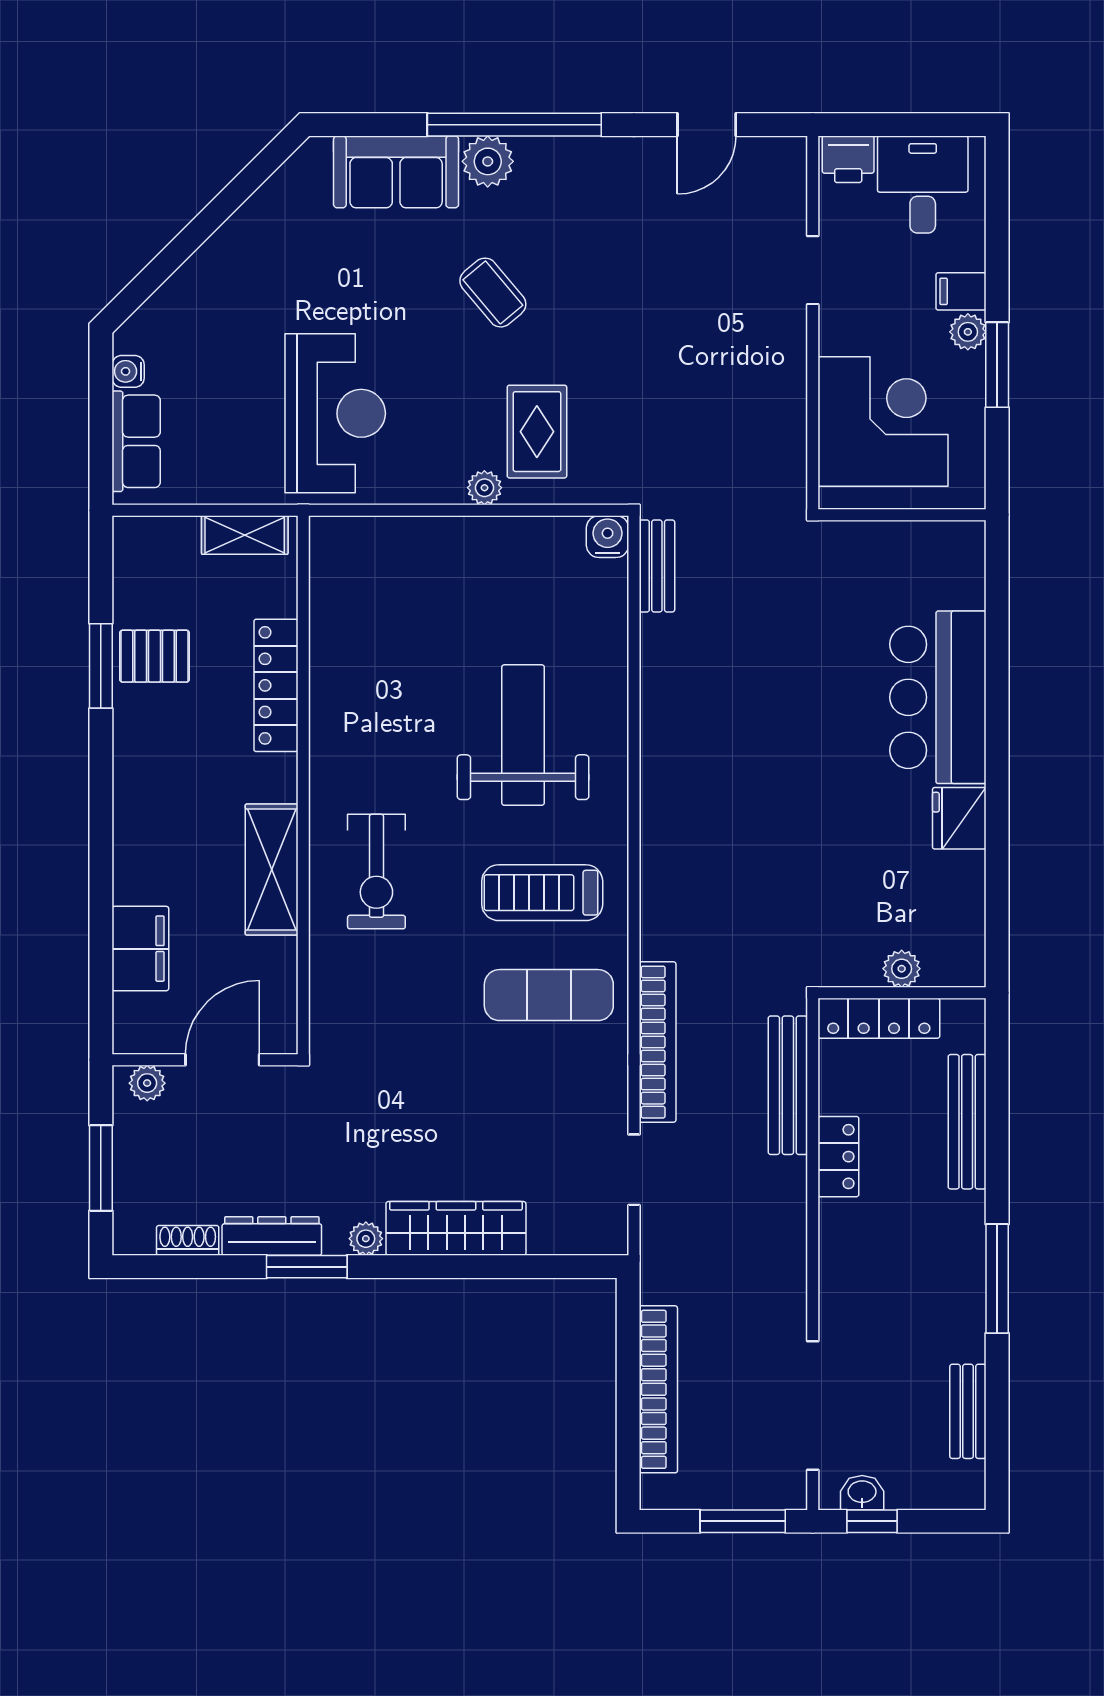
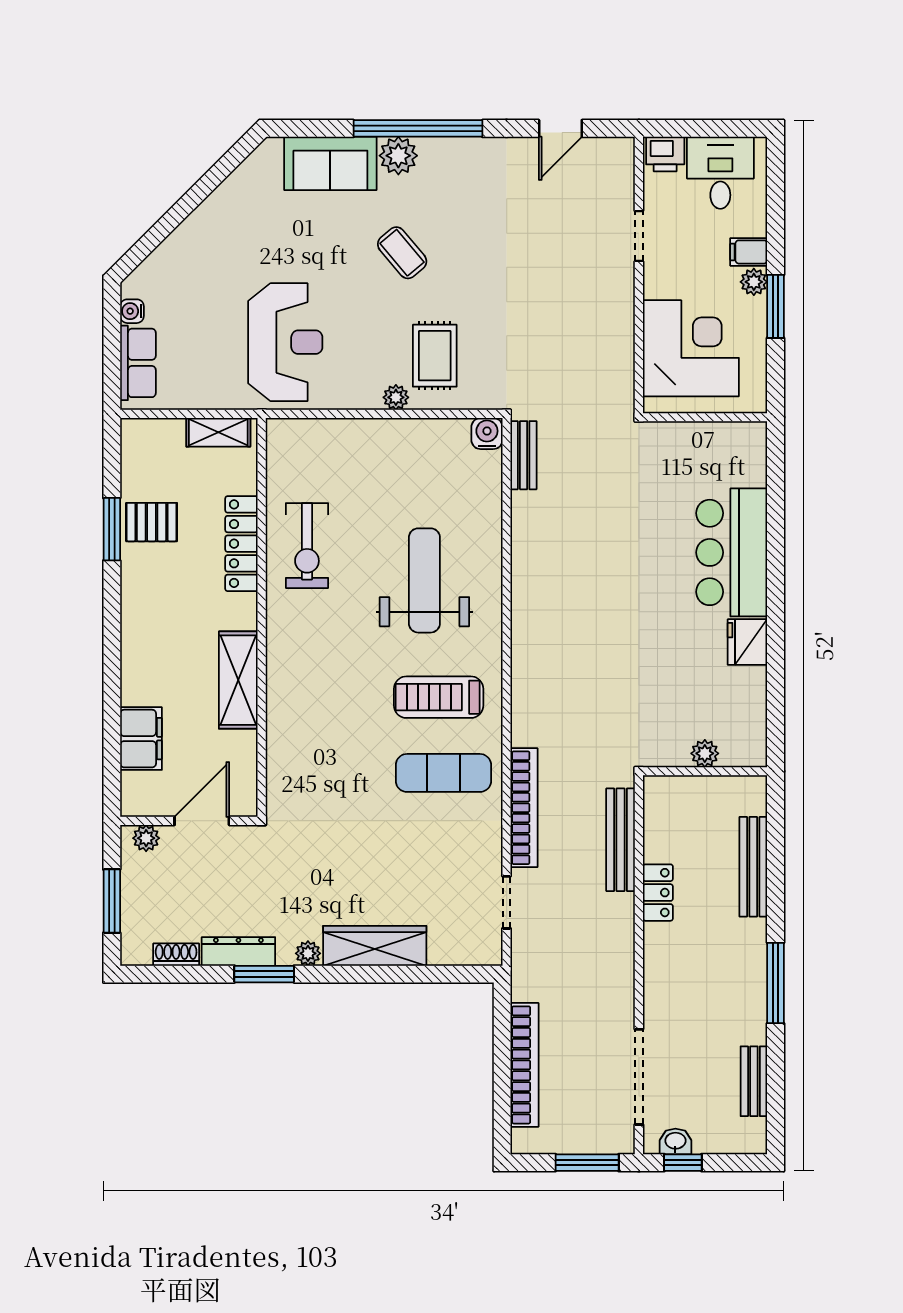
exercise bike: (376, 872) -> (307, 546), moved
locker: (879, 1018) -> (688, 790), removed

